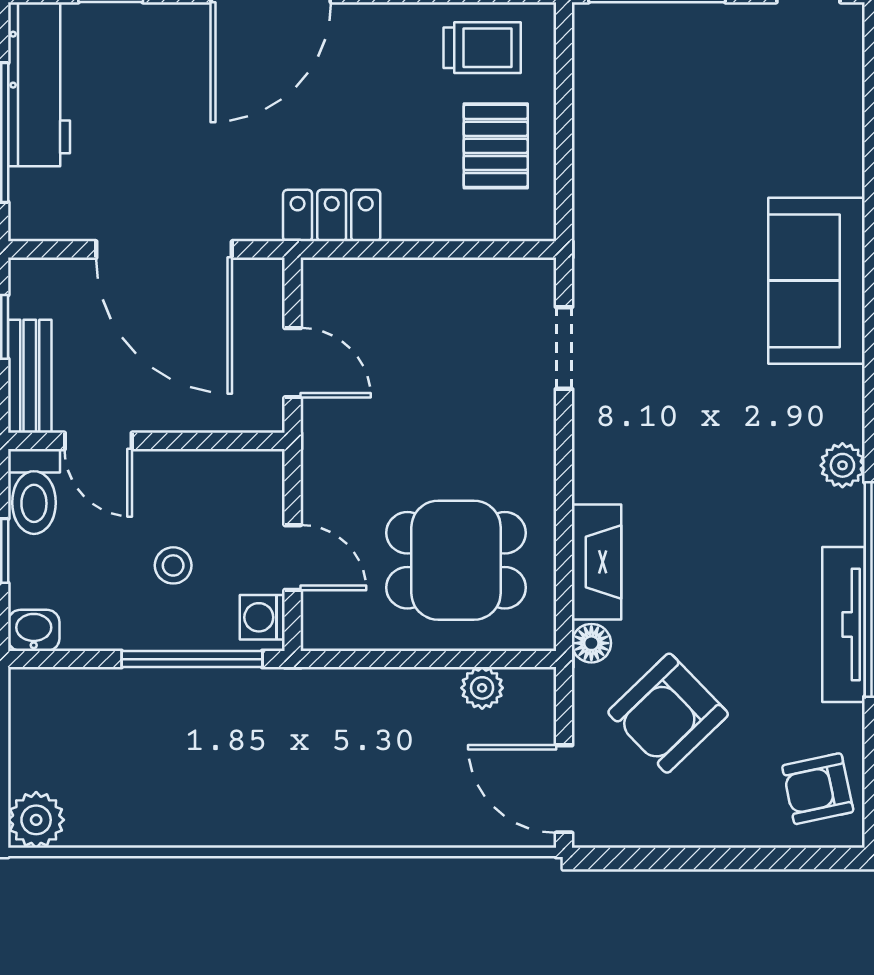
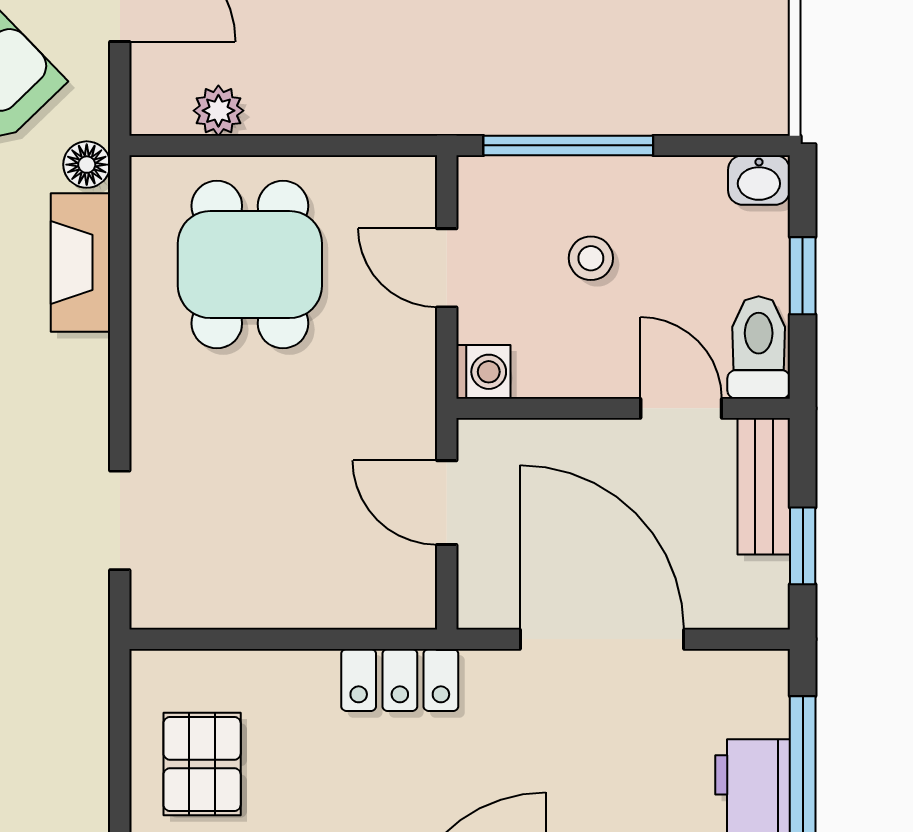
dining table: (456, 560) -> (250, 265), turned 90
washing machine: (262, 617) -> (483, 372), moved

